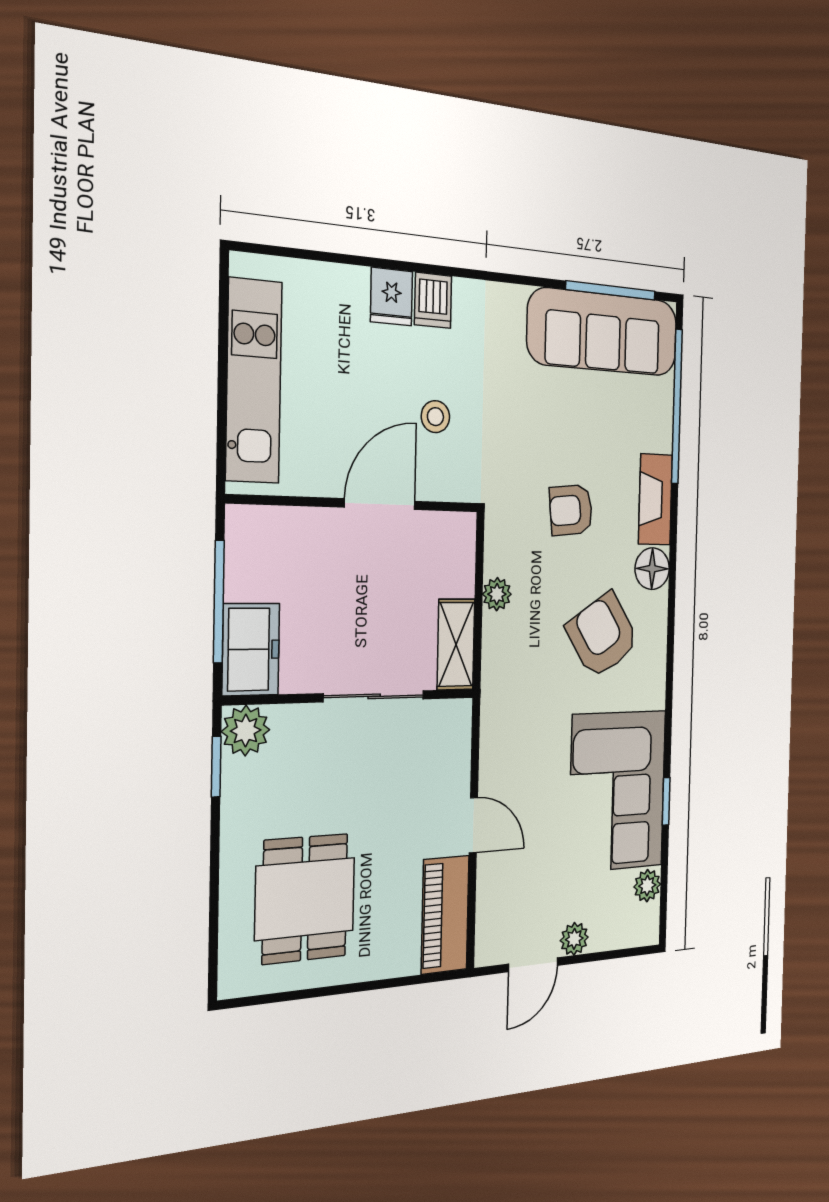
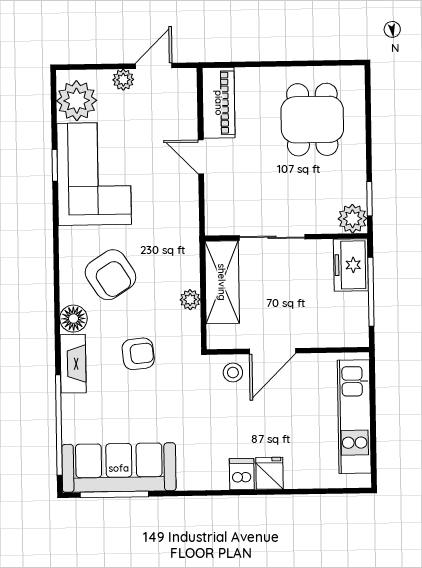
stool: (435, 417) -> (233, 373), moved
shelving: (456, 644) -> (222, 282), width x1.50, depth x1.33
plant: (647, 886) -> (77, 101), width x1.88, depth x1.88

